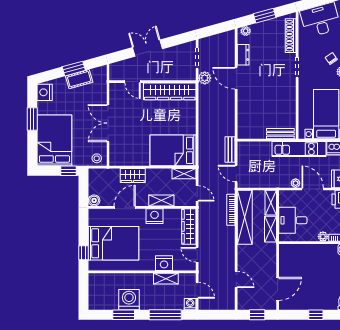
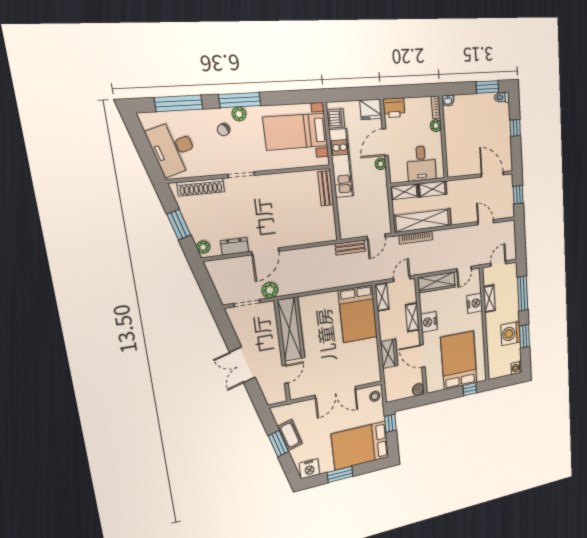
door: (236, 279) -> (486, 222), hinge flipped
washing machine: (190, 304) -> (516, 368), moved

